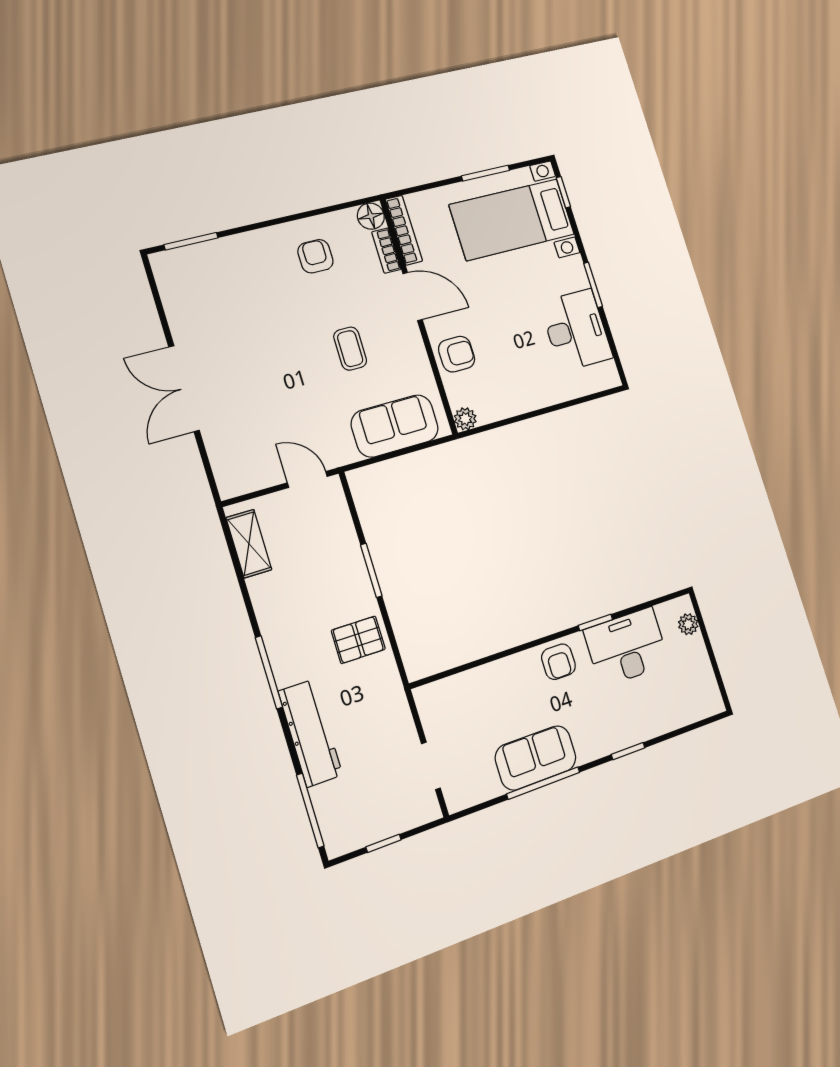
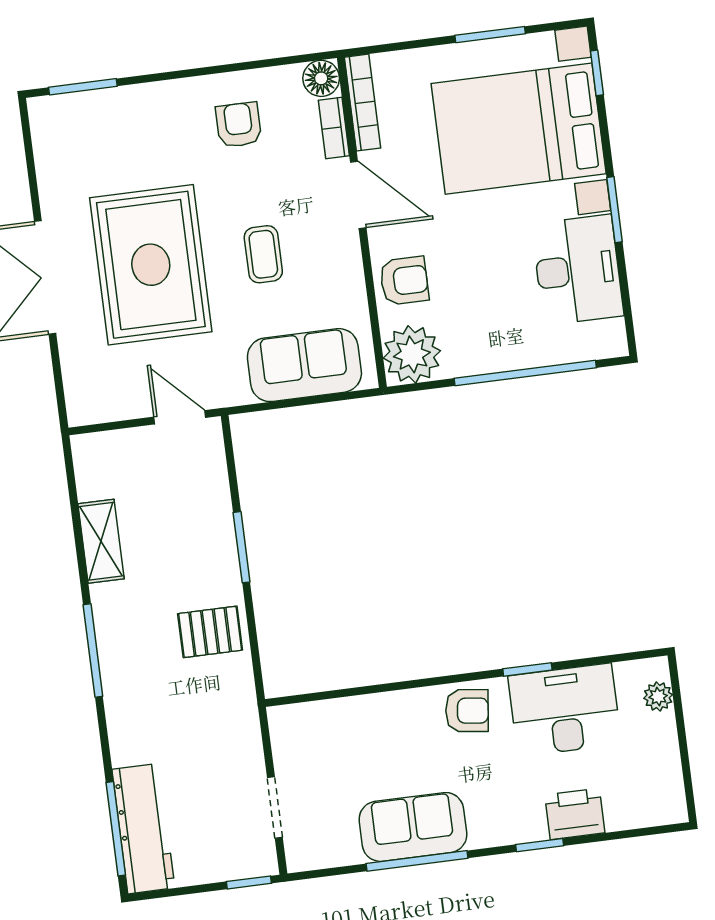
bed with nightstands: (512, 220) -> (519, 129), width x1.36
rug: (266, 368) -> (151, 265), added
window: (554, 408) -> (525, 373), added
plant: (465, 419) -> (412, 354), width x1.87, depth x1.87
shelving: (249, 544) -> (101, 541), moved
armchair: (558, 662) -> (467, 711), turned -83
printer: (648, 722) -> (575, 814), added
workbench: (310, 733) -> (143, 829), moved
window: (383, 843) -> (249, 882), moved

